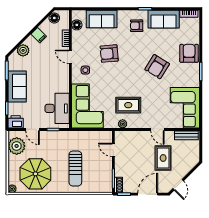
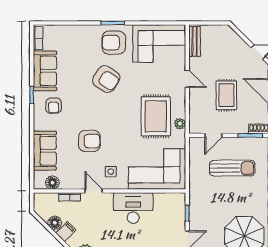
floor lamp: (54, 18) -> (55, 223), moved
armchair: (189, 53) -> (114, 43), moved
armchair: (109, 54) -> (89, 141), turned -85
door: (70, 57) -> (94, 191), swing flipped
rug: (128, 105) -> (156, 116), width x1.36, depth x1.43
desk: (57, 108) -> (133, 208), moved
door: (157, 129) -> (187, 79), hinge flipped
rug: (163, 158) -> (226, 95), moved, turned 90
sun lounger: (75, 169) -> (232, 168), moved

